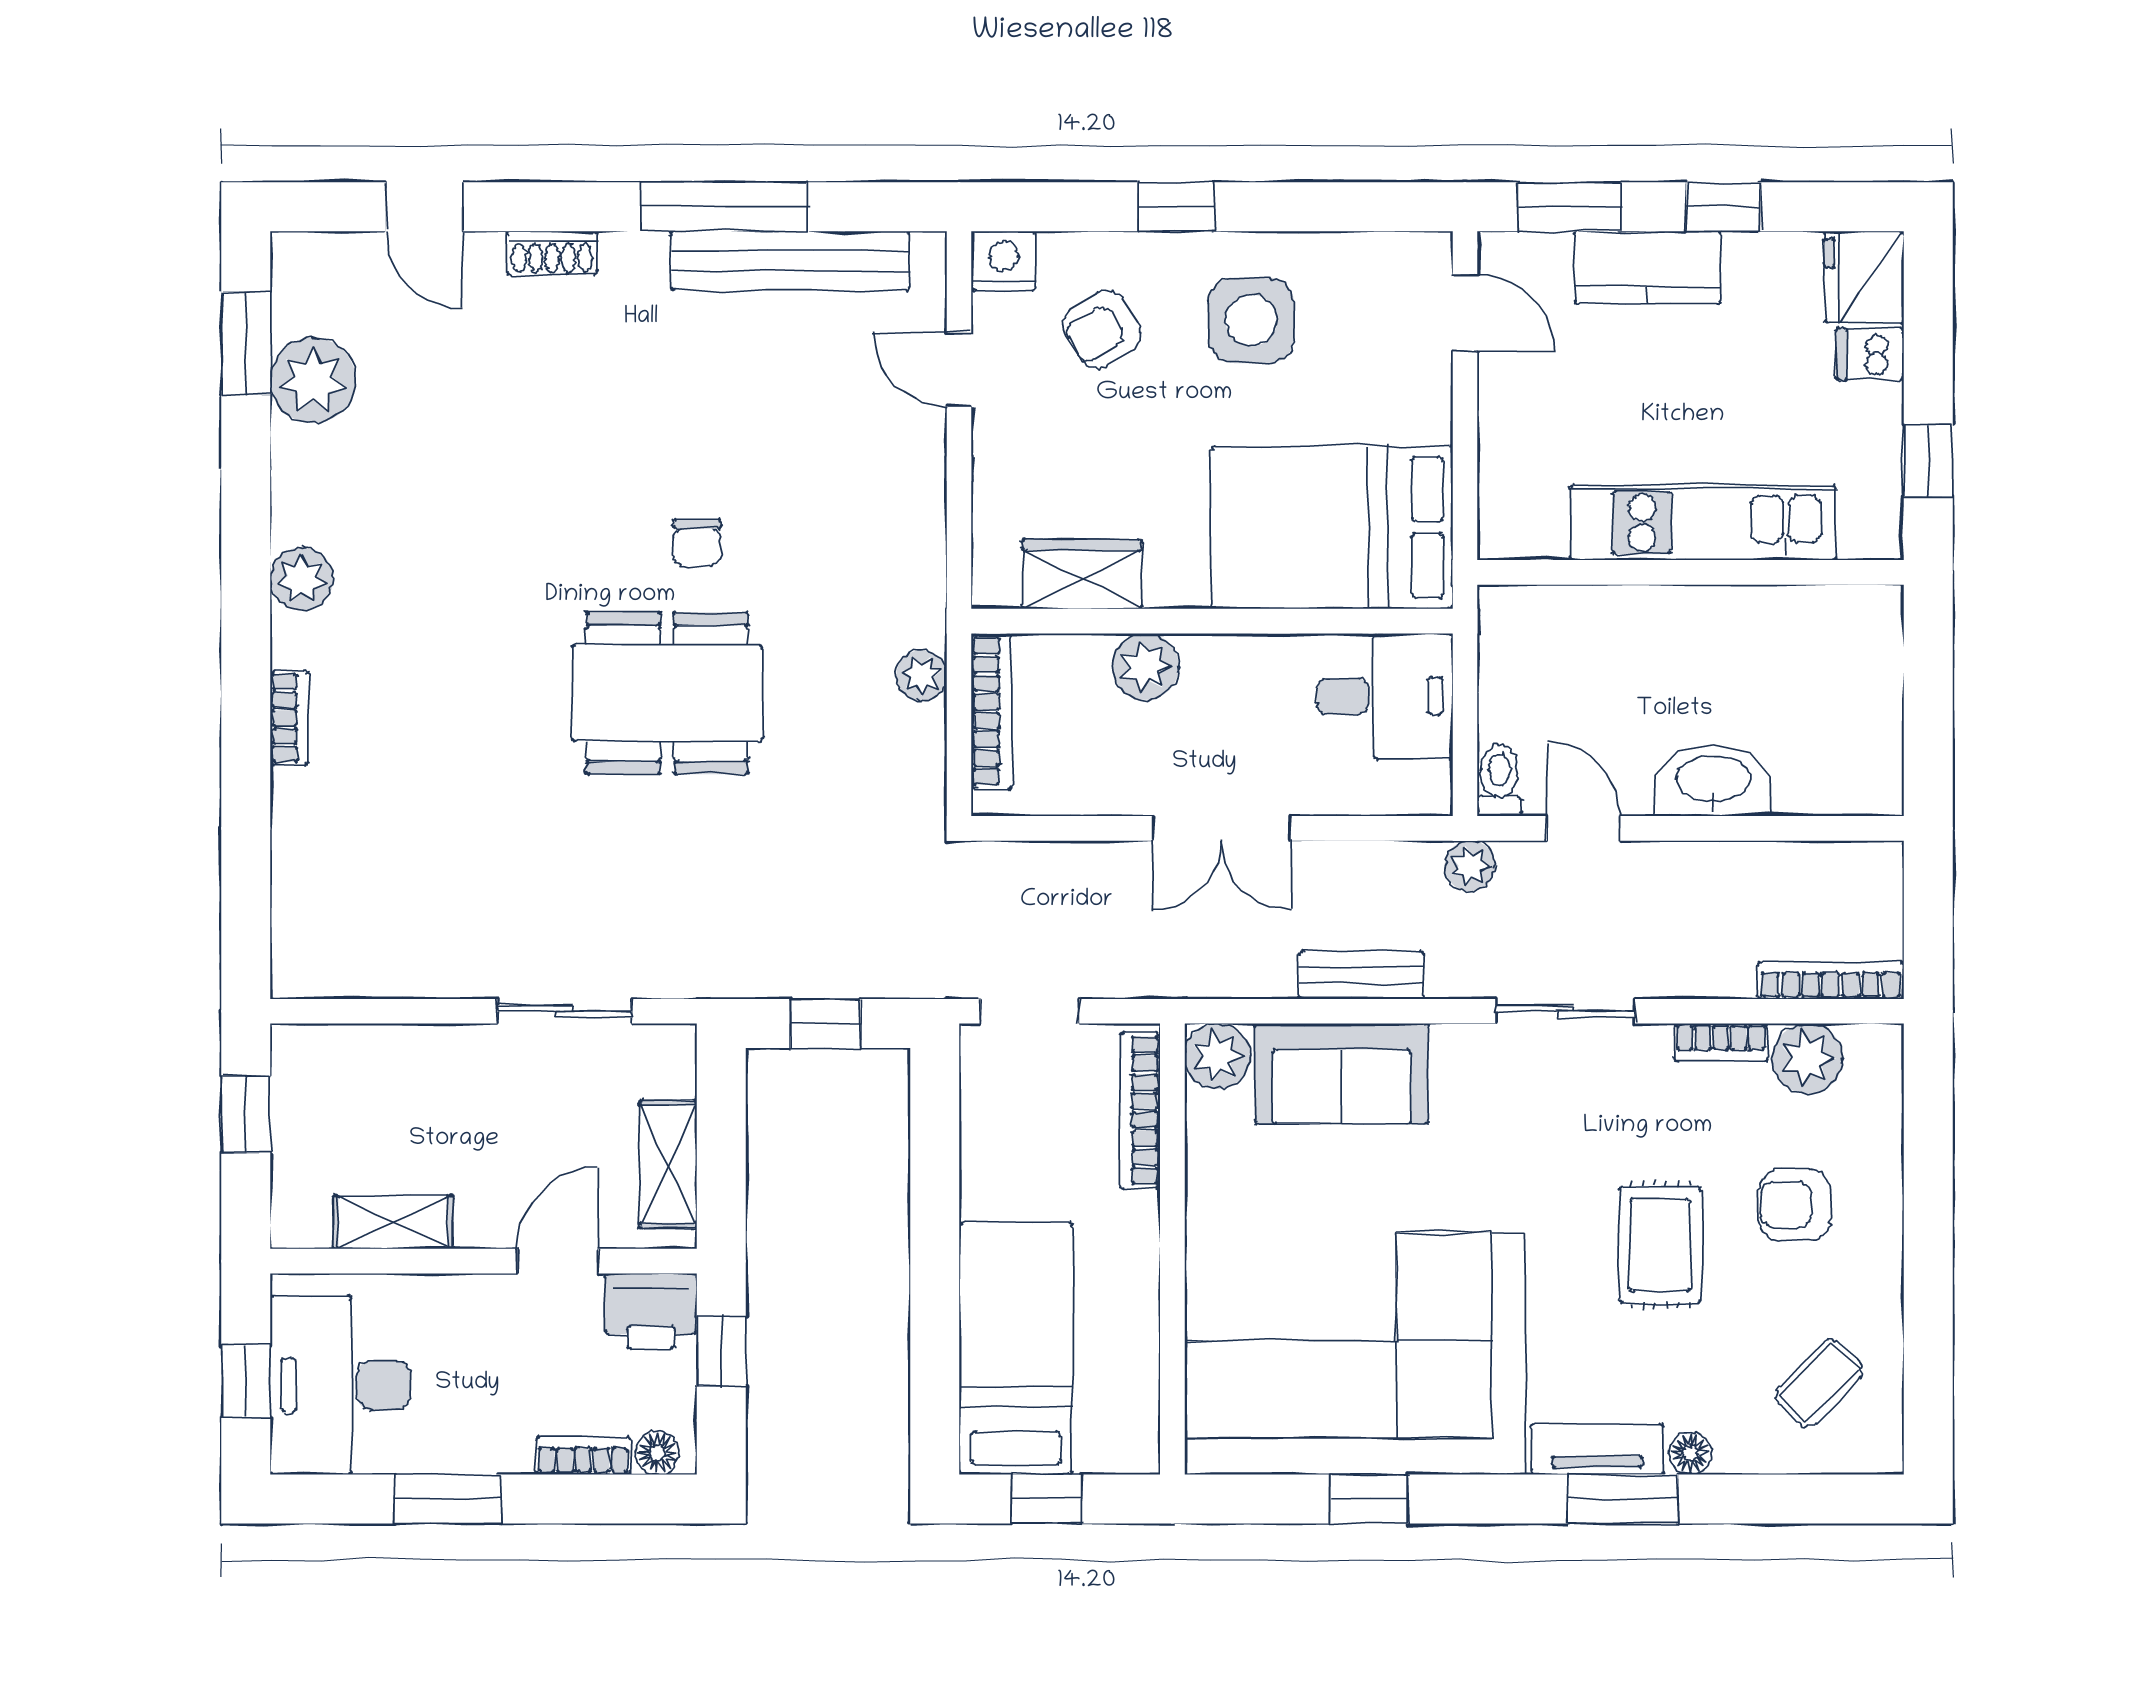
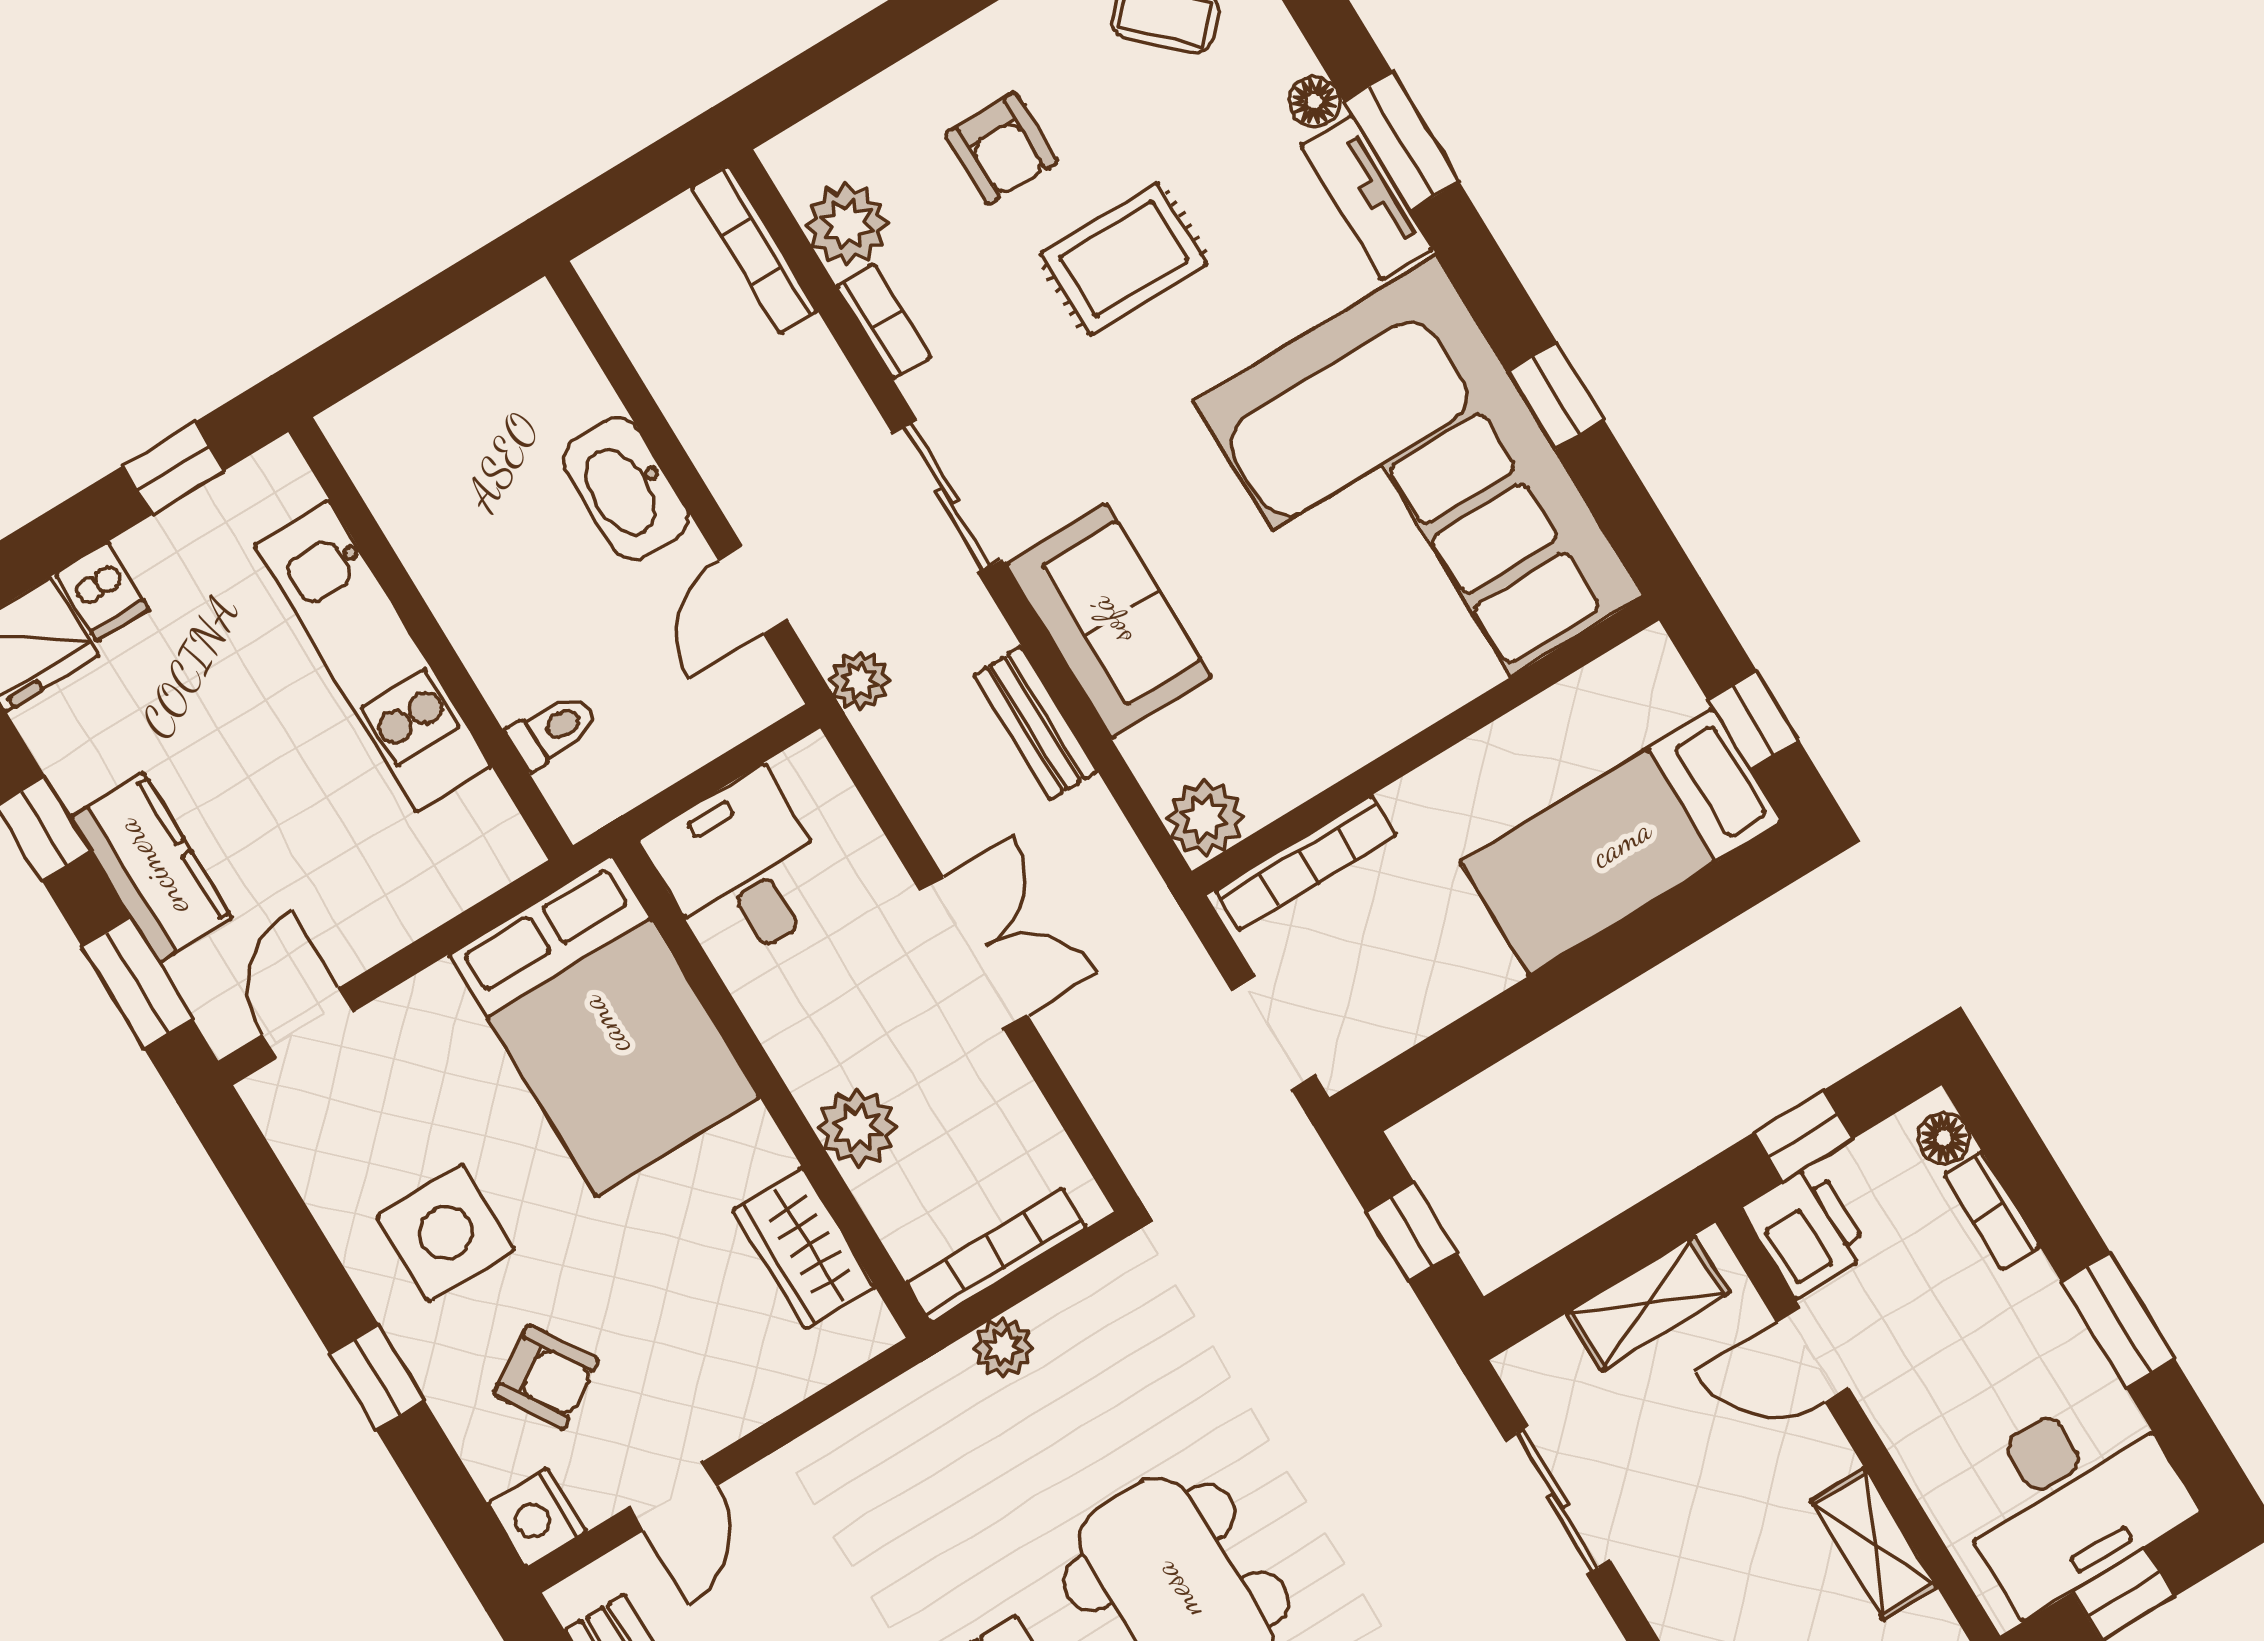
toilet: (1499, 780) -> (553, 730), moved, turned 180
sofa: (1342, 1074) -> (1109, 621), moved

